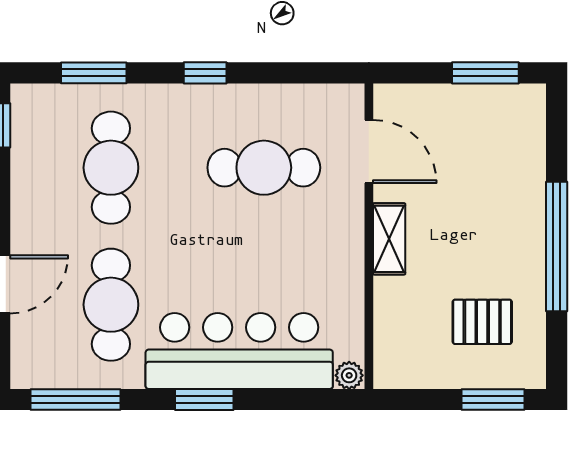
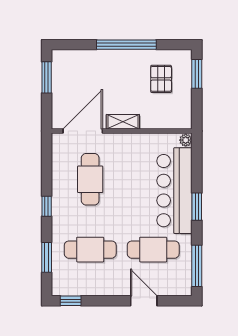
door: (369, 151) -> (83, 131), width x1.36

